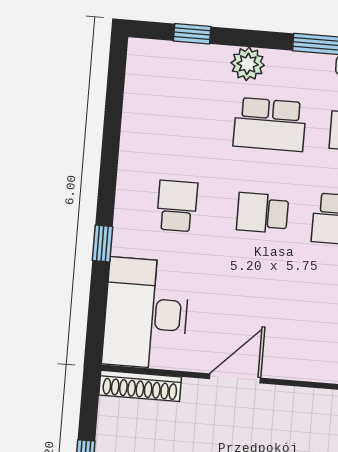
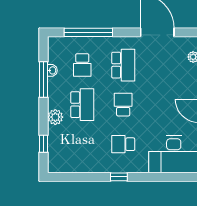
school desk: (262, 213) -> (123, 105), turned 180
window: (103, 244) -> (119, 177), moved

